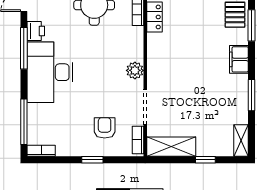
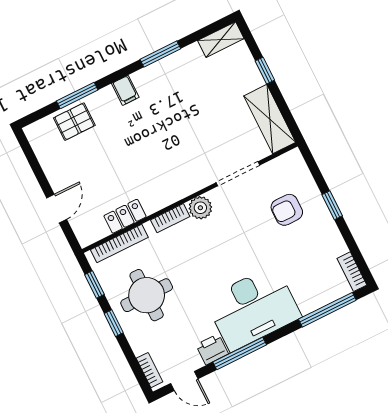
filing cabinet: (239, 59) -> (125, 90), width x0.50
bookcase: (138, 140) -> (170, 218), moved

